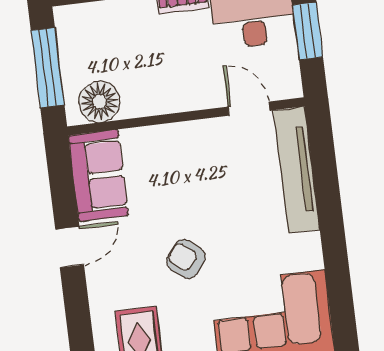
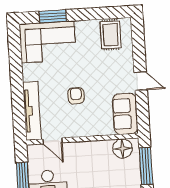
door: (70, 247) -> (141, 81), swing flipped
armchair: (186, 259) -> (76, 96), moved, turned -129

